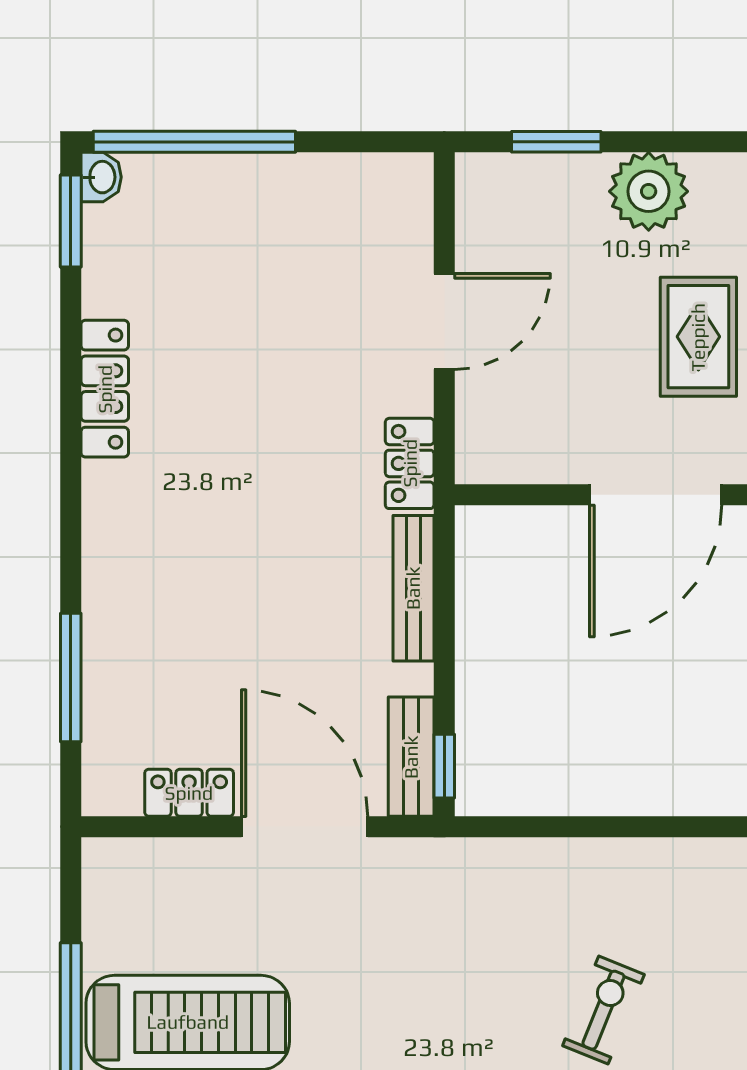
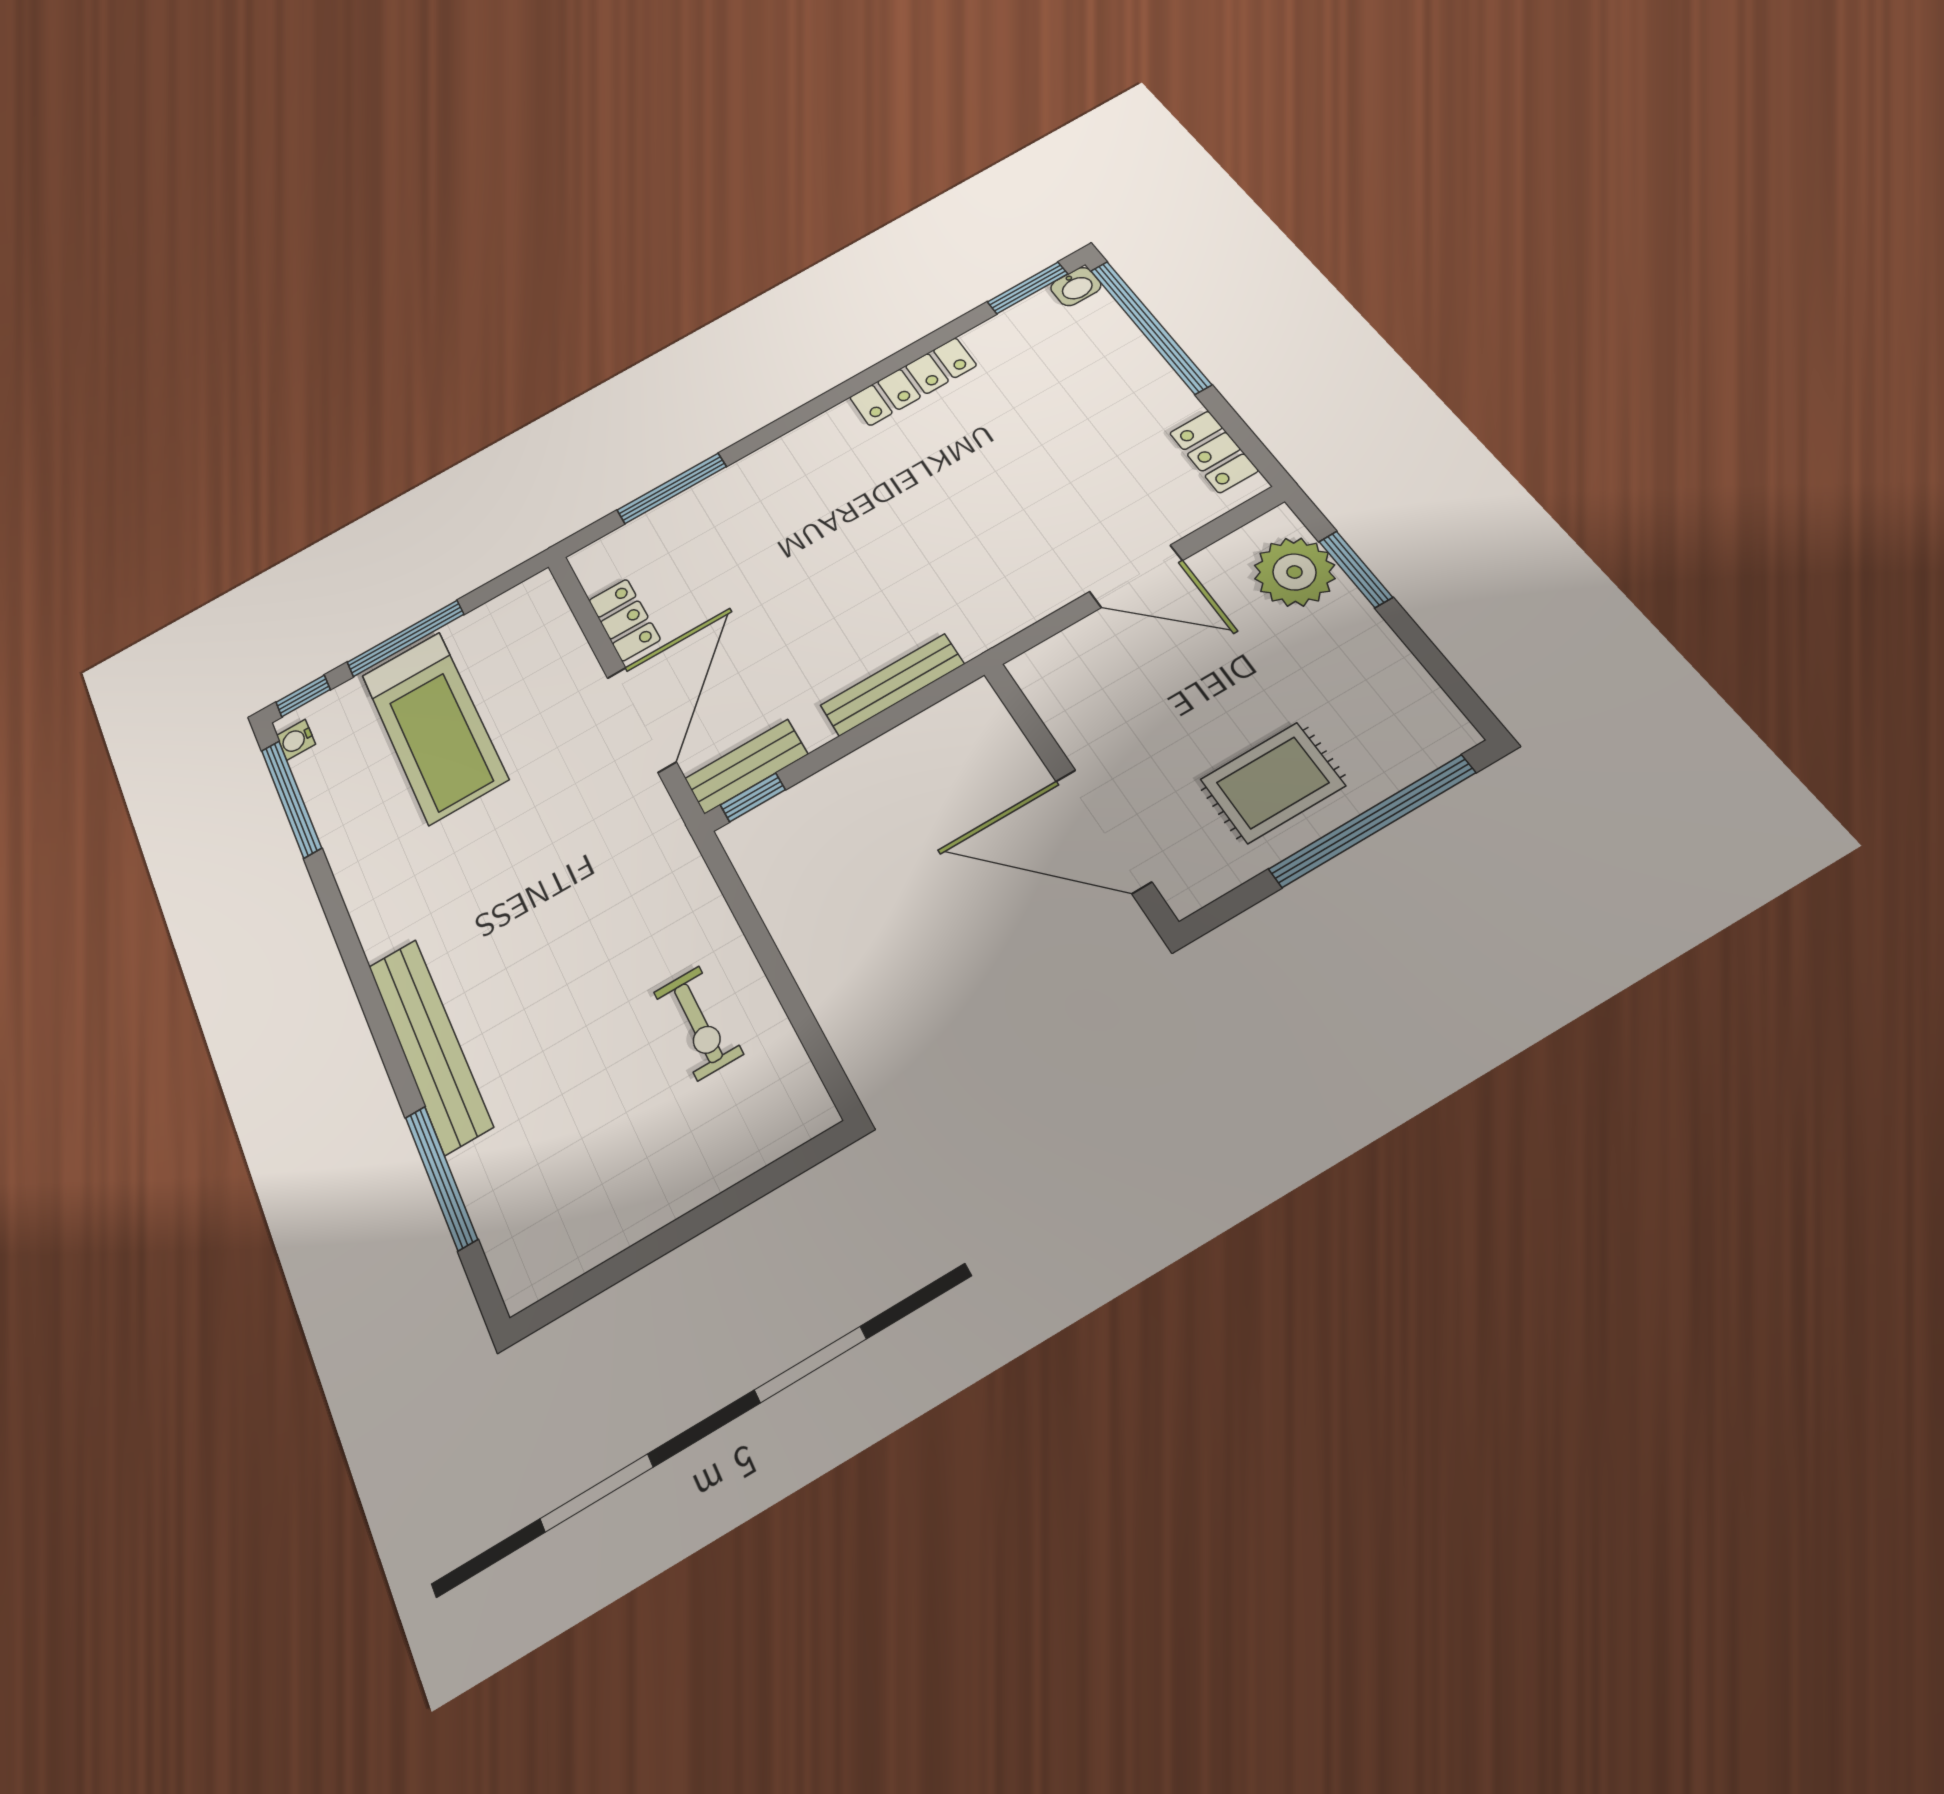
plant: (649, 191) -> (1295, 572), moved
locker: (410, 463) -> (1214, 452), moved, turned -90
exercise bike: (603, 1010) -> (698, 1023), moved, turned 68

